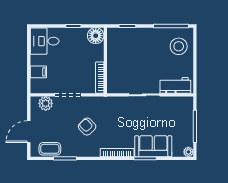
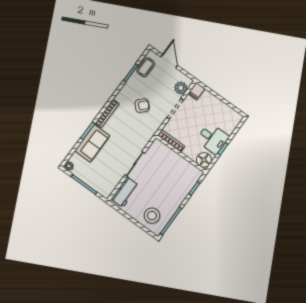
desk: (45, 41) -> (213, 138), moved, turned 90
filing cabinet: (38, 72) -> (196, 91), moved

